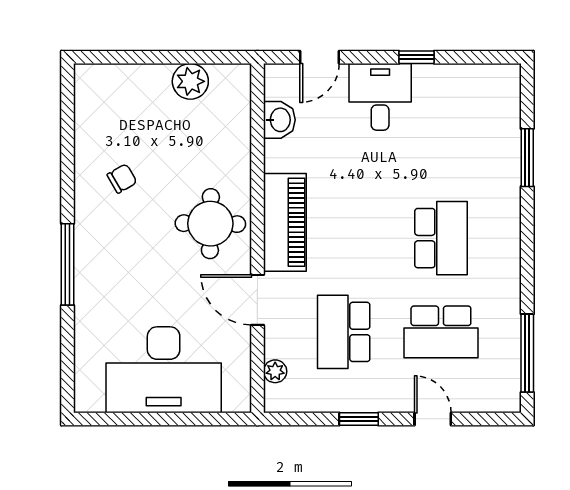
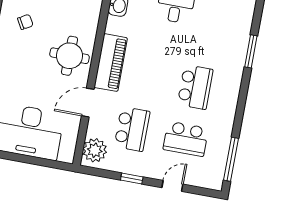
door: (257, 300) -> (88, 103), hinge flipped
school desk: (344, 332) -> (132, 129), turned 180
plant: (275, 371) -> (95, 150), width x1.88, depth x1.88
door: (433, 419) -> (172, 186), hinge flipped

